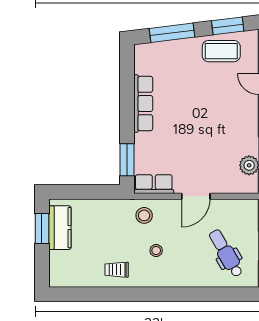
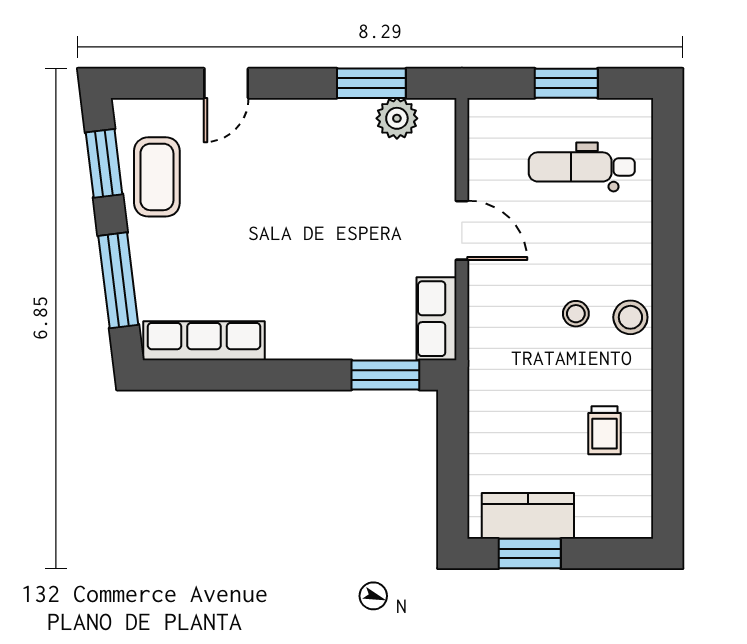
row of seats: (143, 104) -> (204, 341), moved
stool: (144, 215) -> (630, 317), moved
dental chair: (226, 253) -> (582, 167), turned 30
trolley: (117, 270) -> (605, 430), moved

